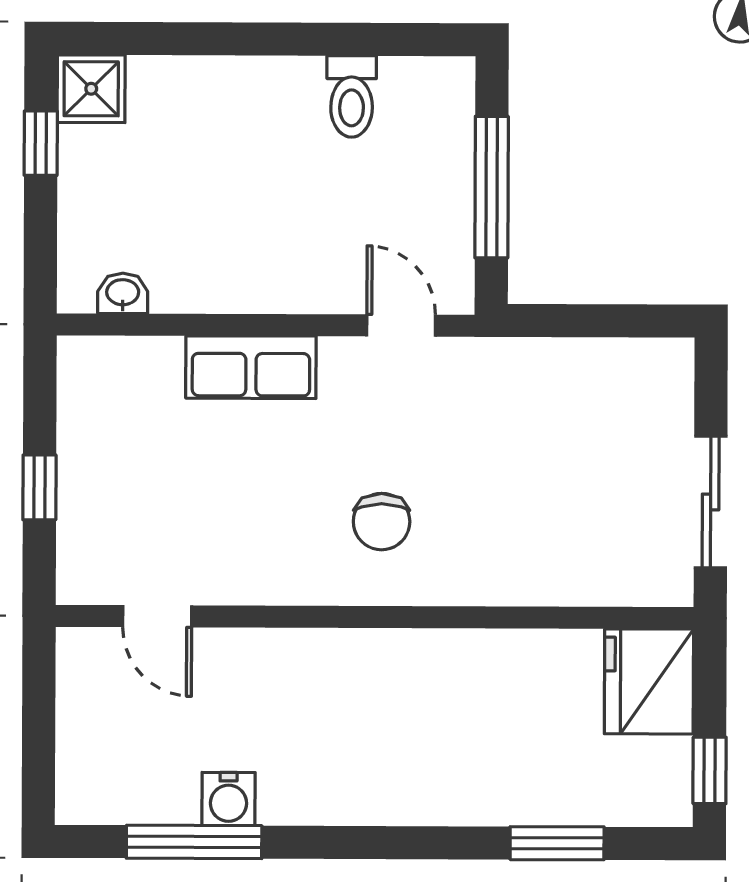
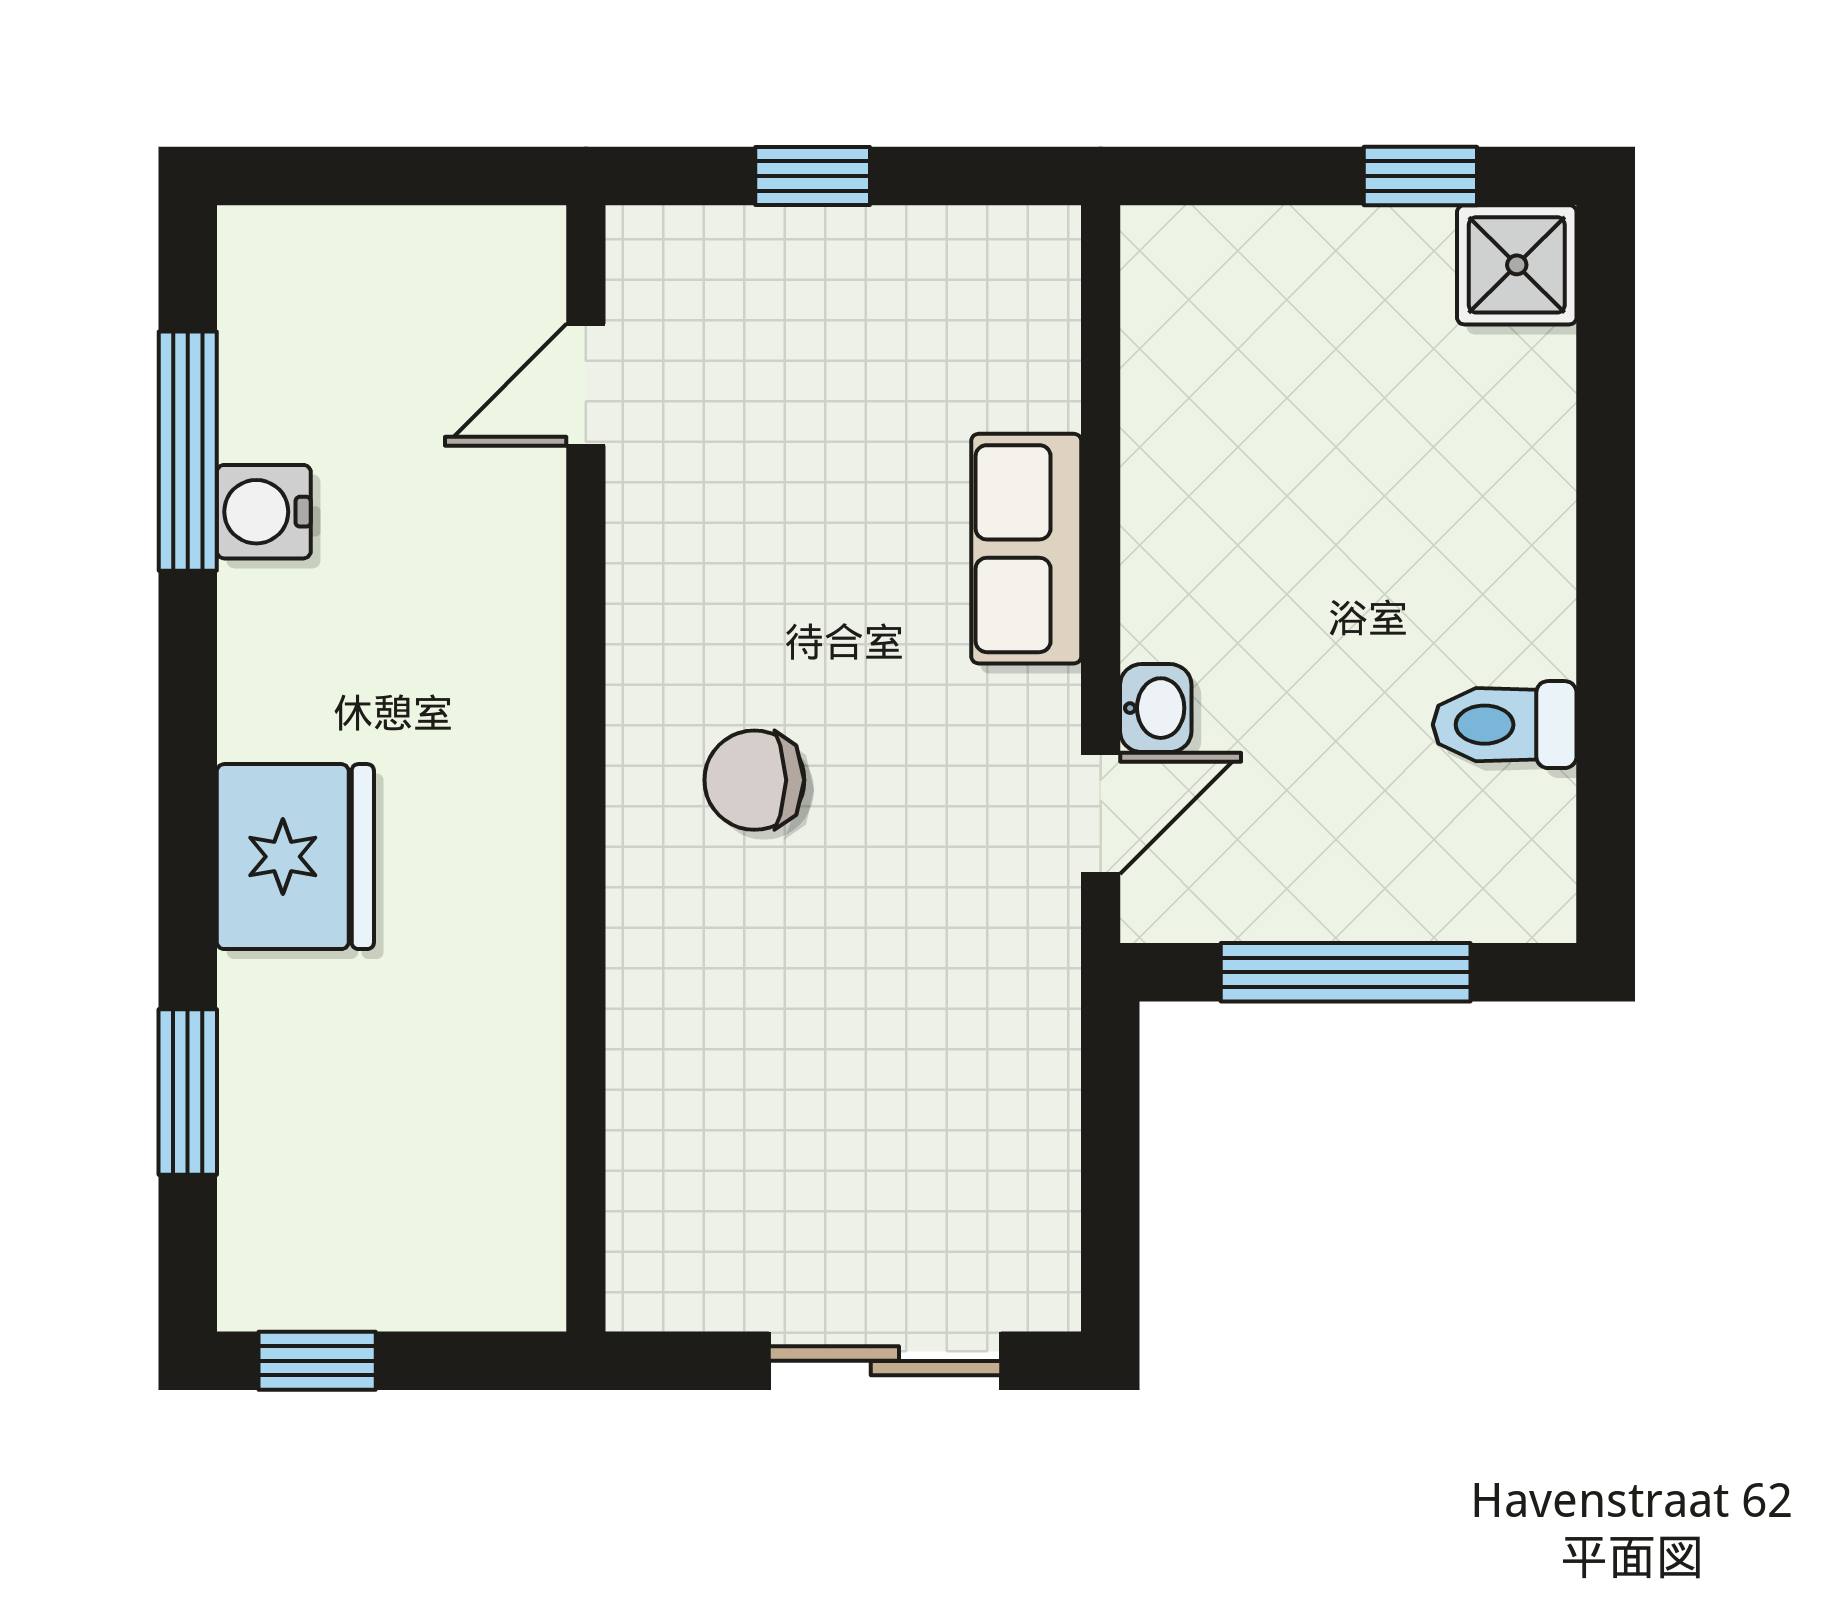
washbasin: (123, 293) -> (1156, 708), moved
sliding door: (711, 502) -> (885, 1361), moved
fridge: (649, 681) -> (295, 857), moved, turned 90

